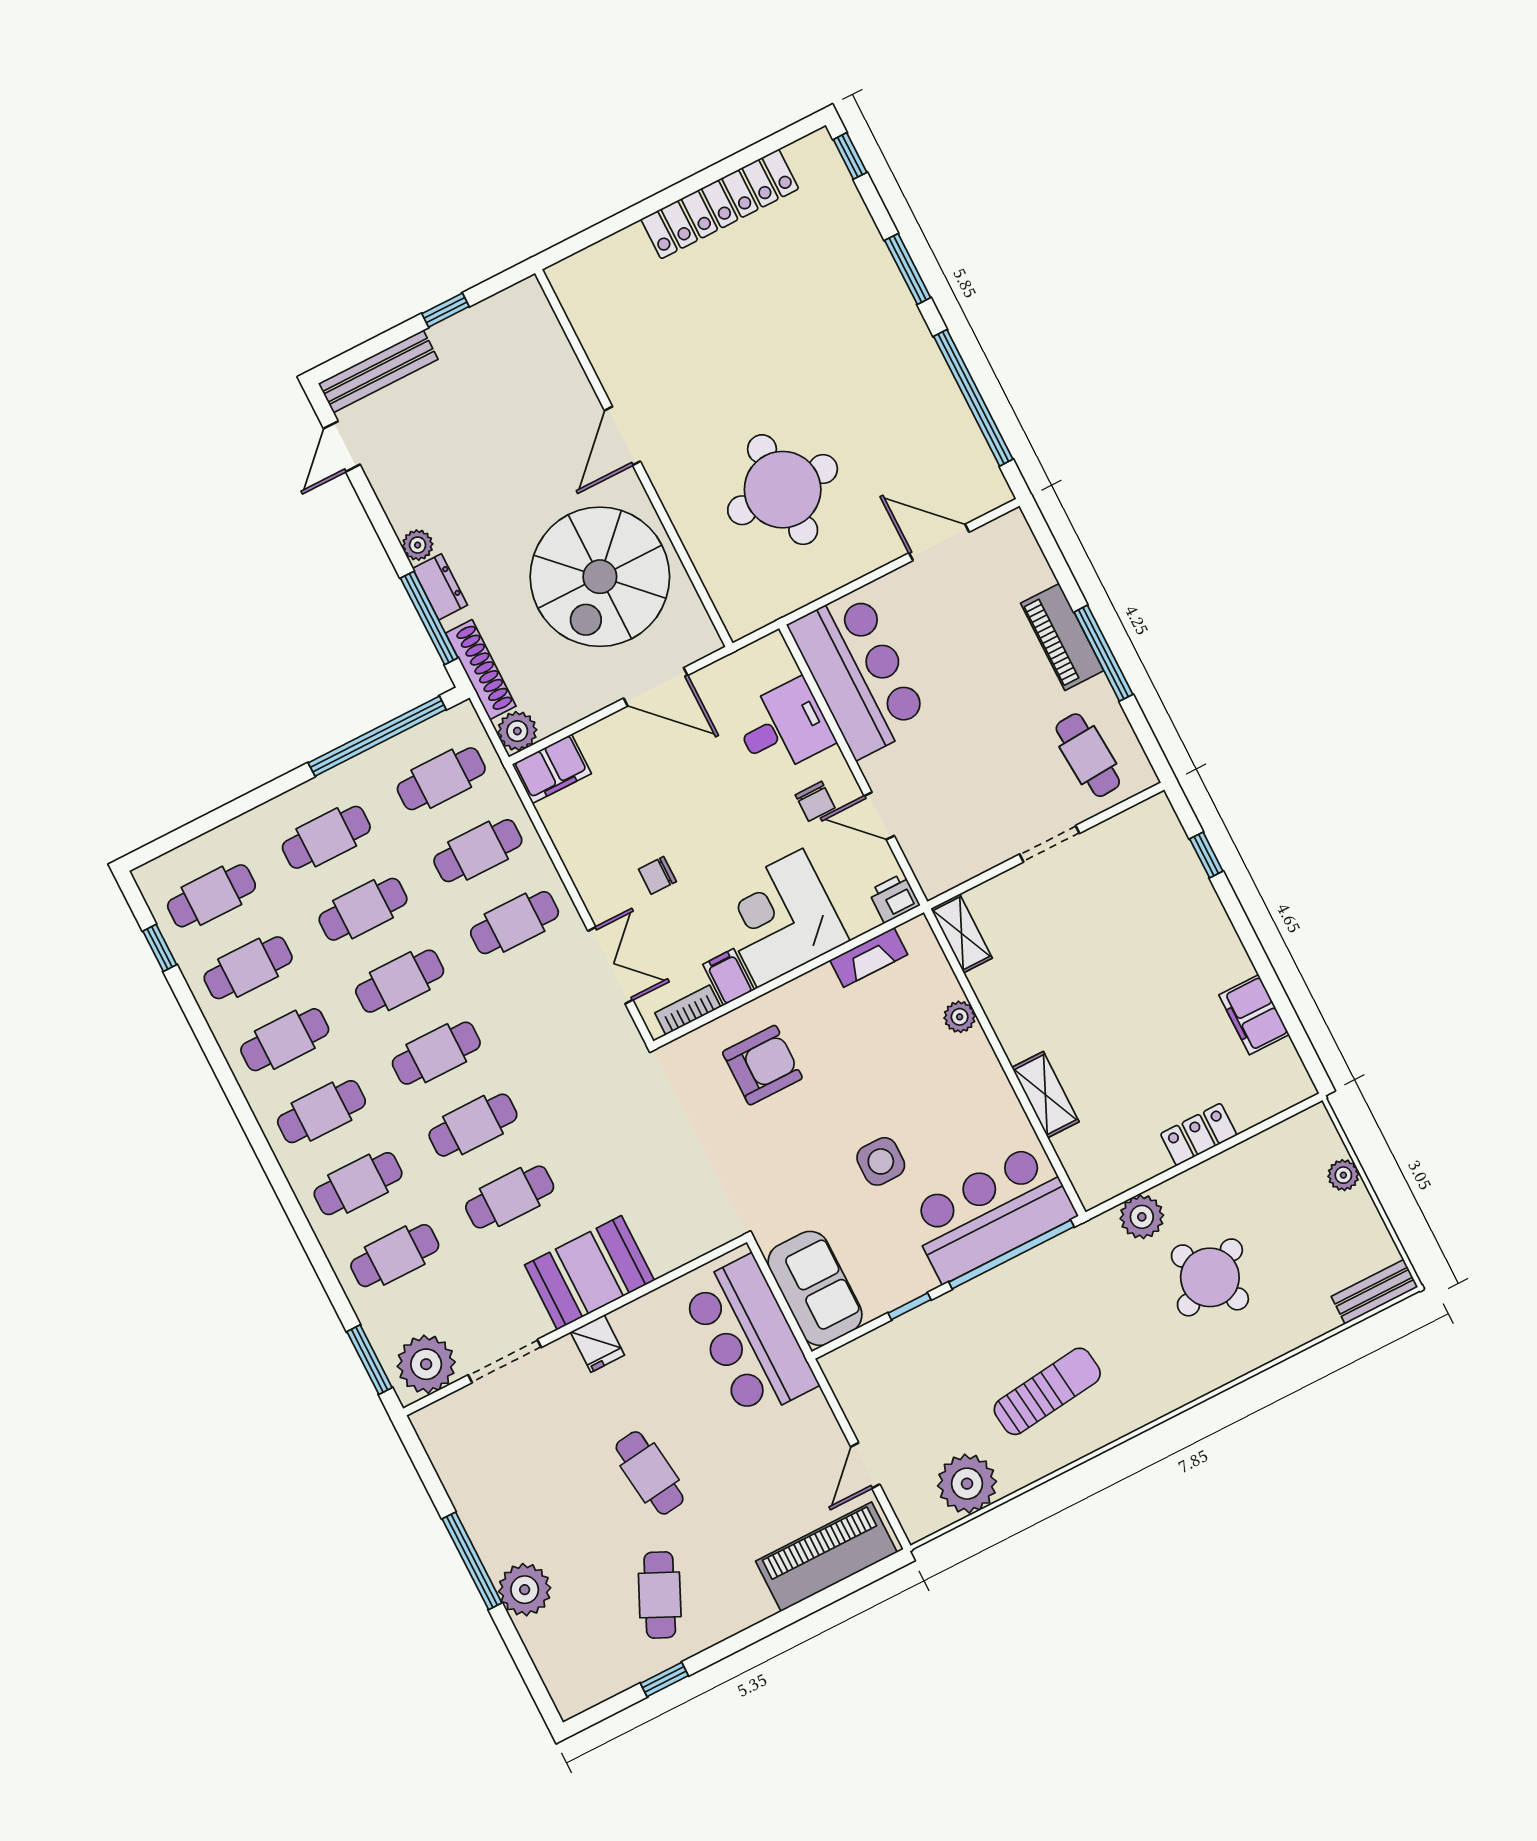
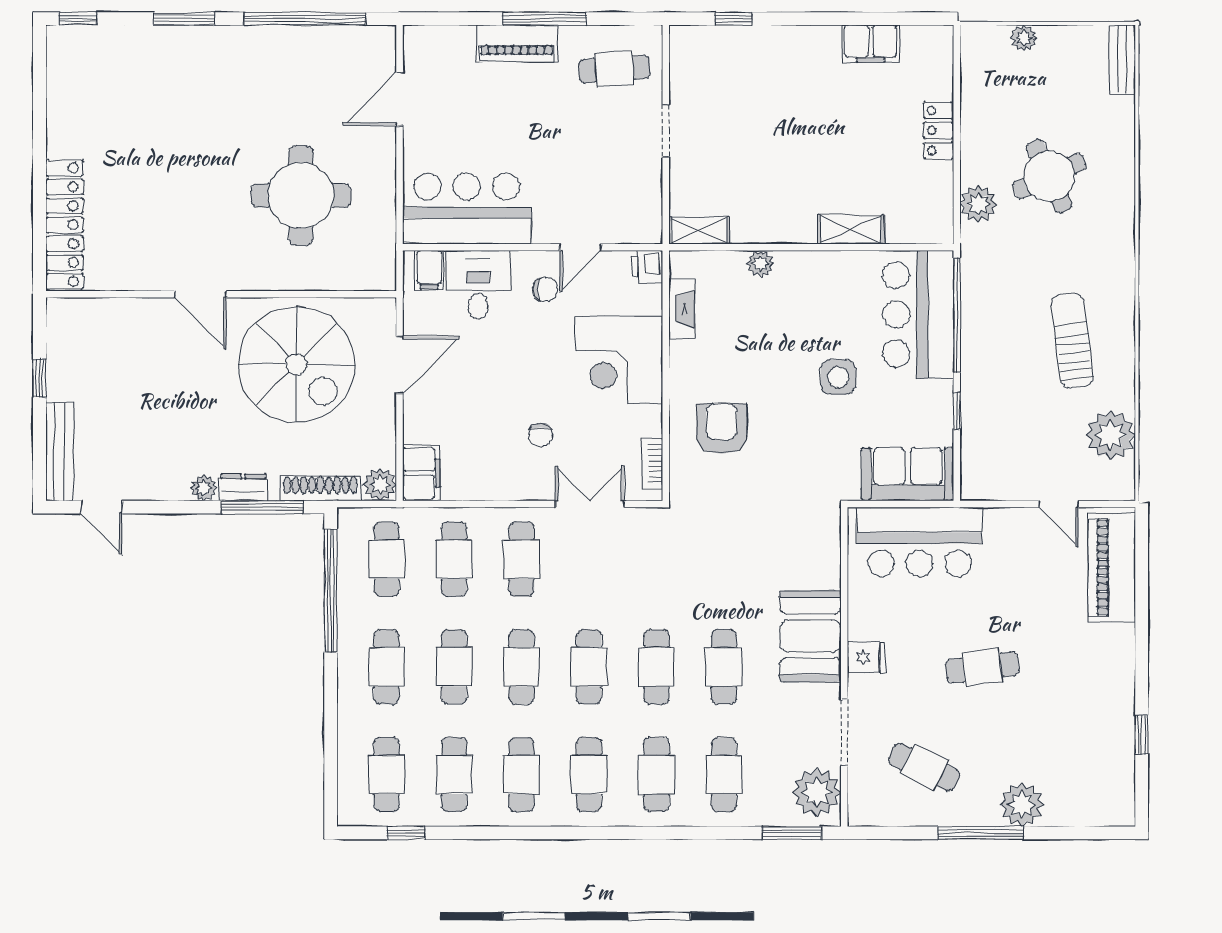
locker: (720, 204) -> (65, 225), moved
filing cabinet: (729, 977) -> (429, 270), moved, turned -90
cafe table: (660, 1595) -> (924, 767), moved

